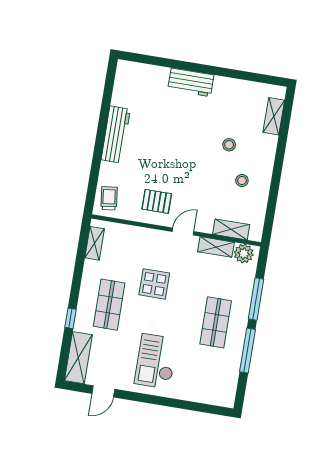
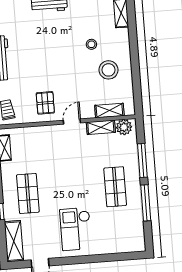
stool: (242, 180) -> (108, 70), width x1.89, depth x1.89
pallet: (157, 201) -> (45, 103), turned 90
display table: (154, 284) -> (59, 168), removed

